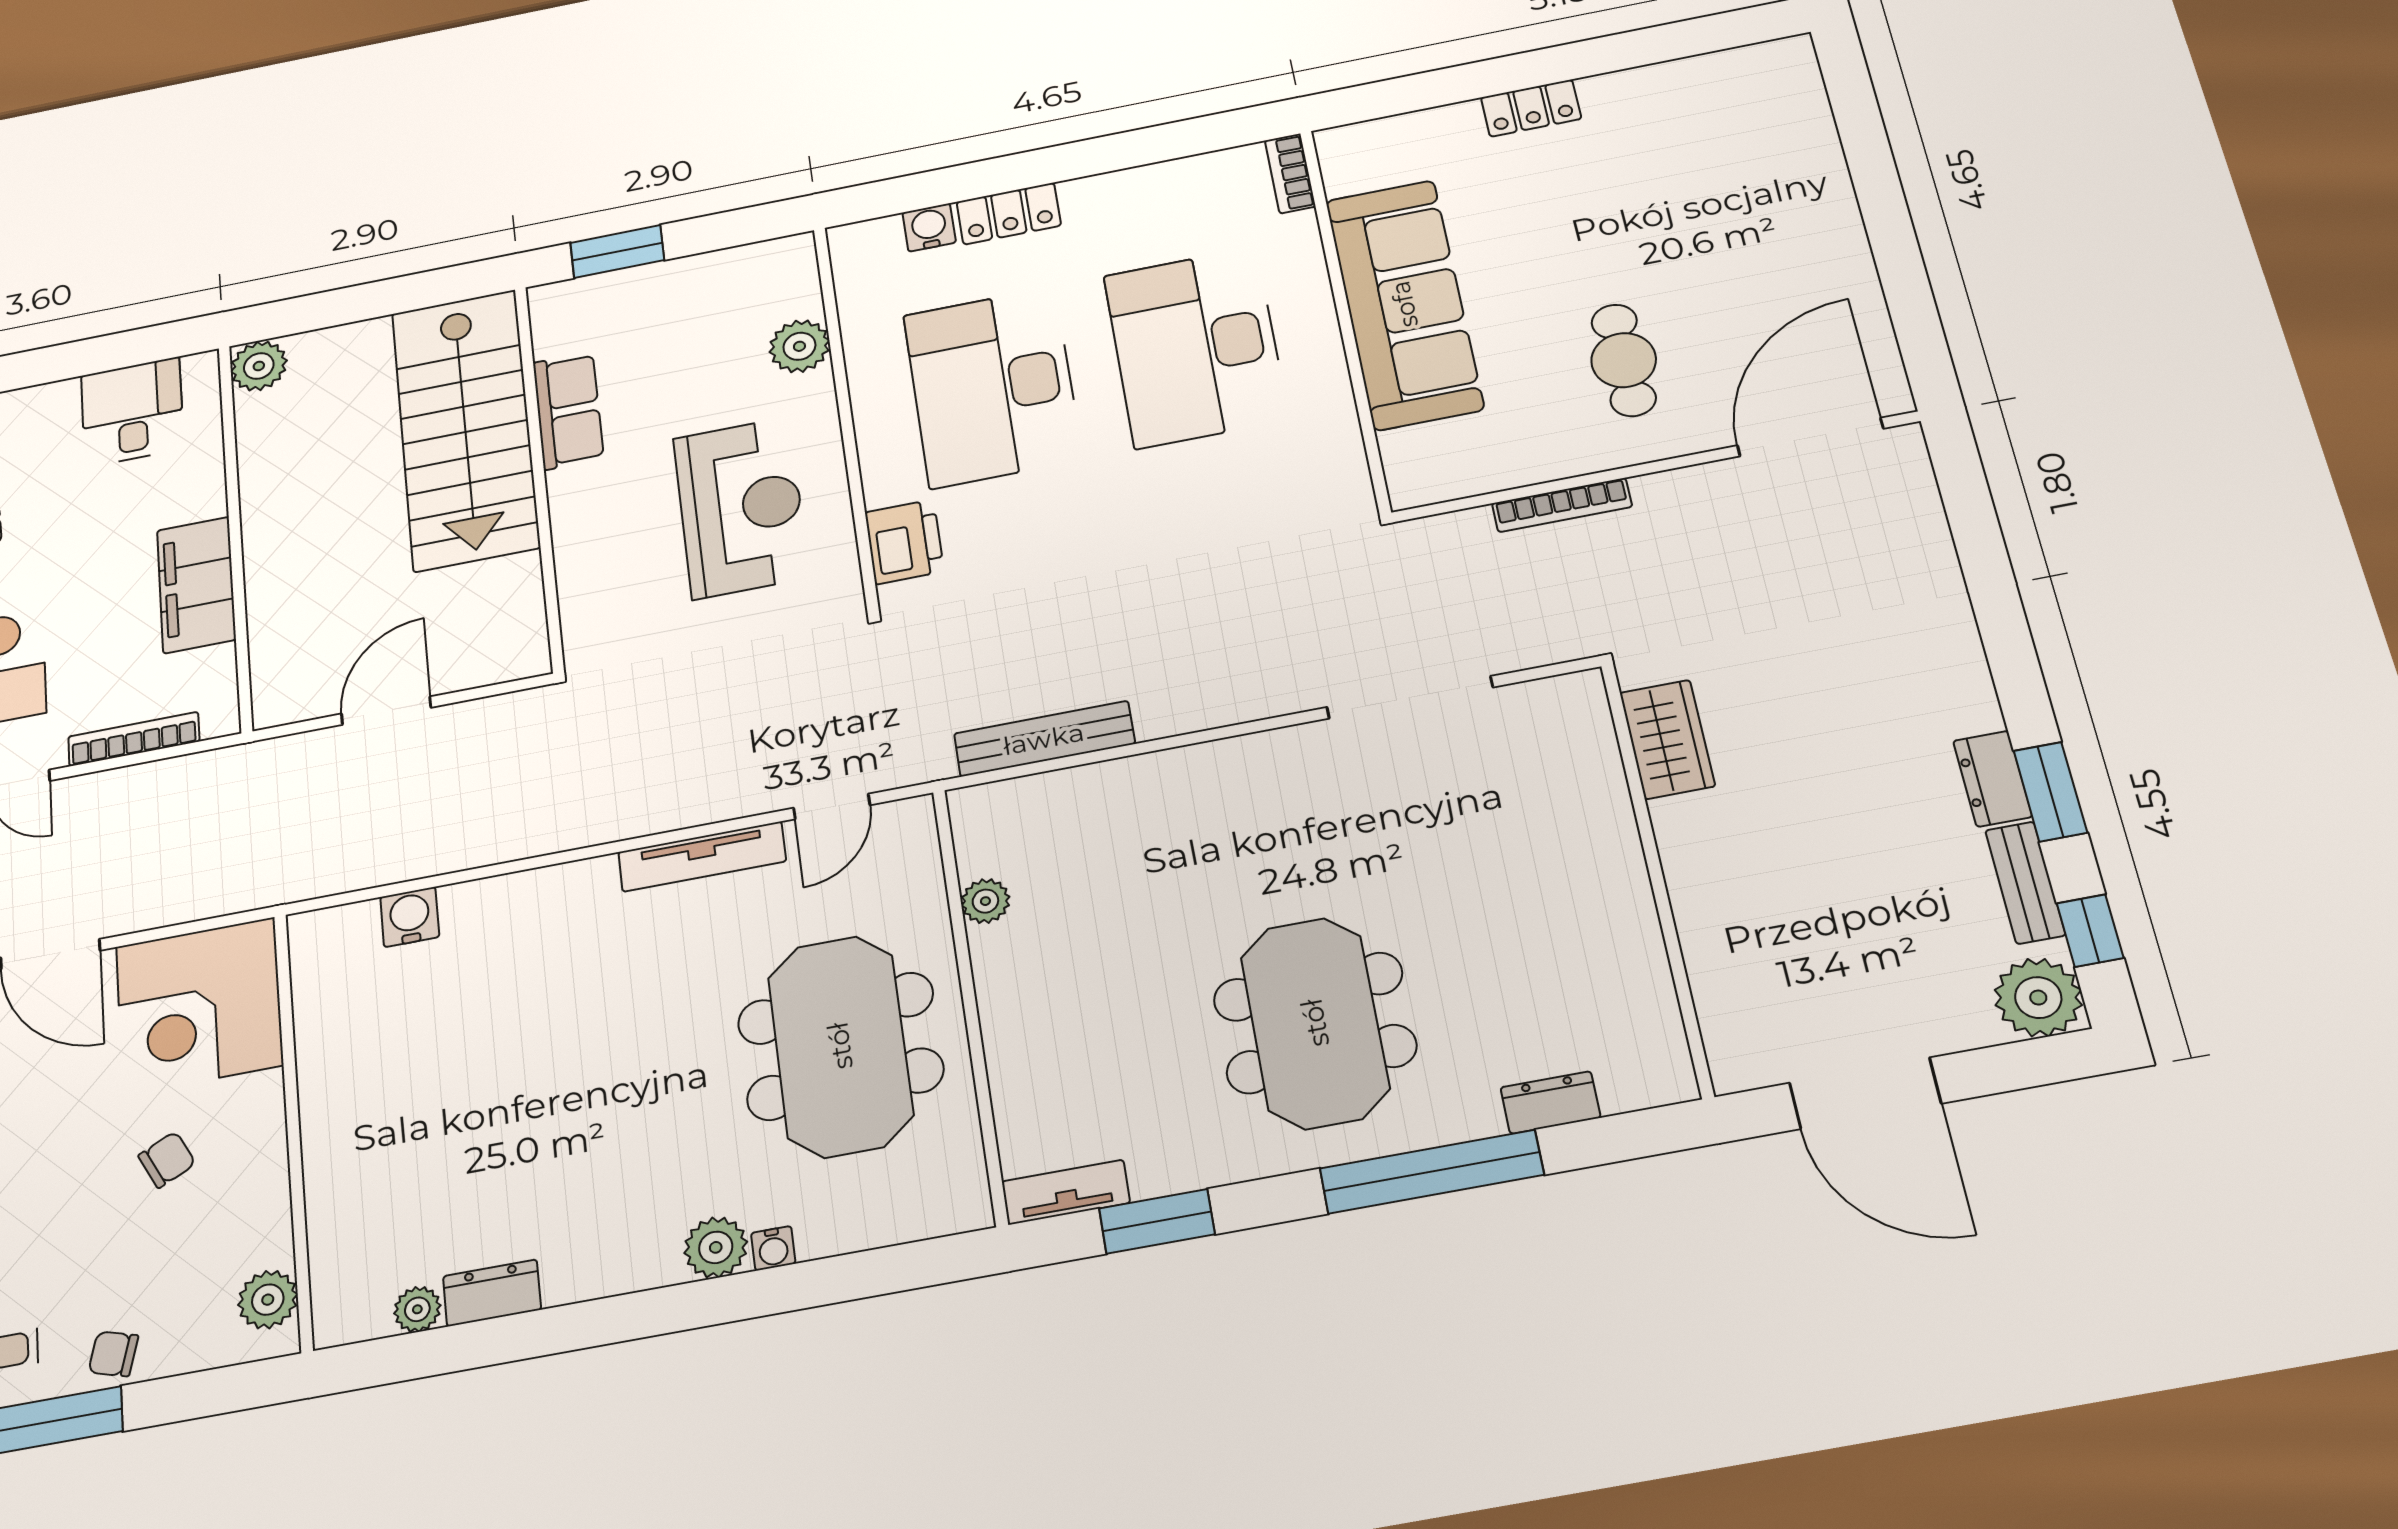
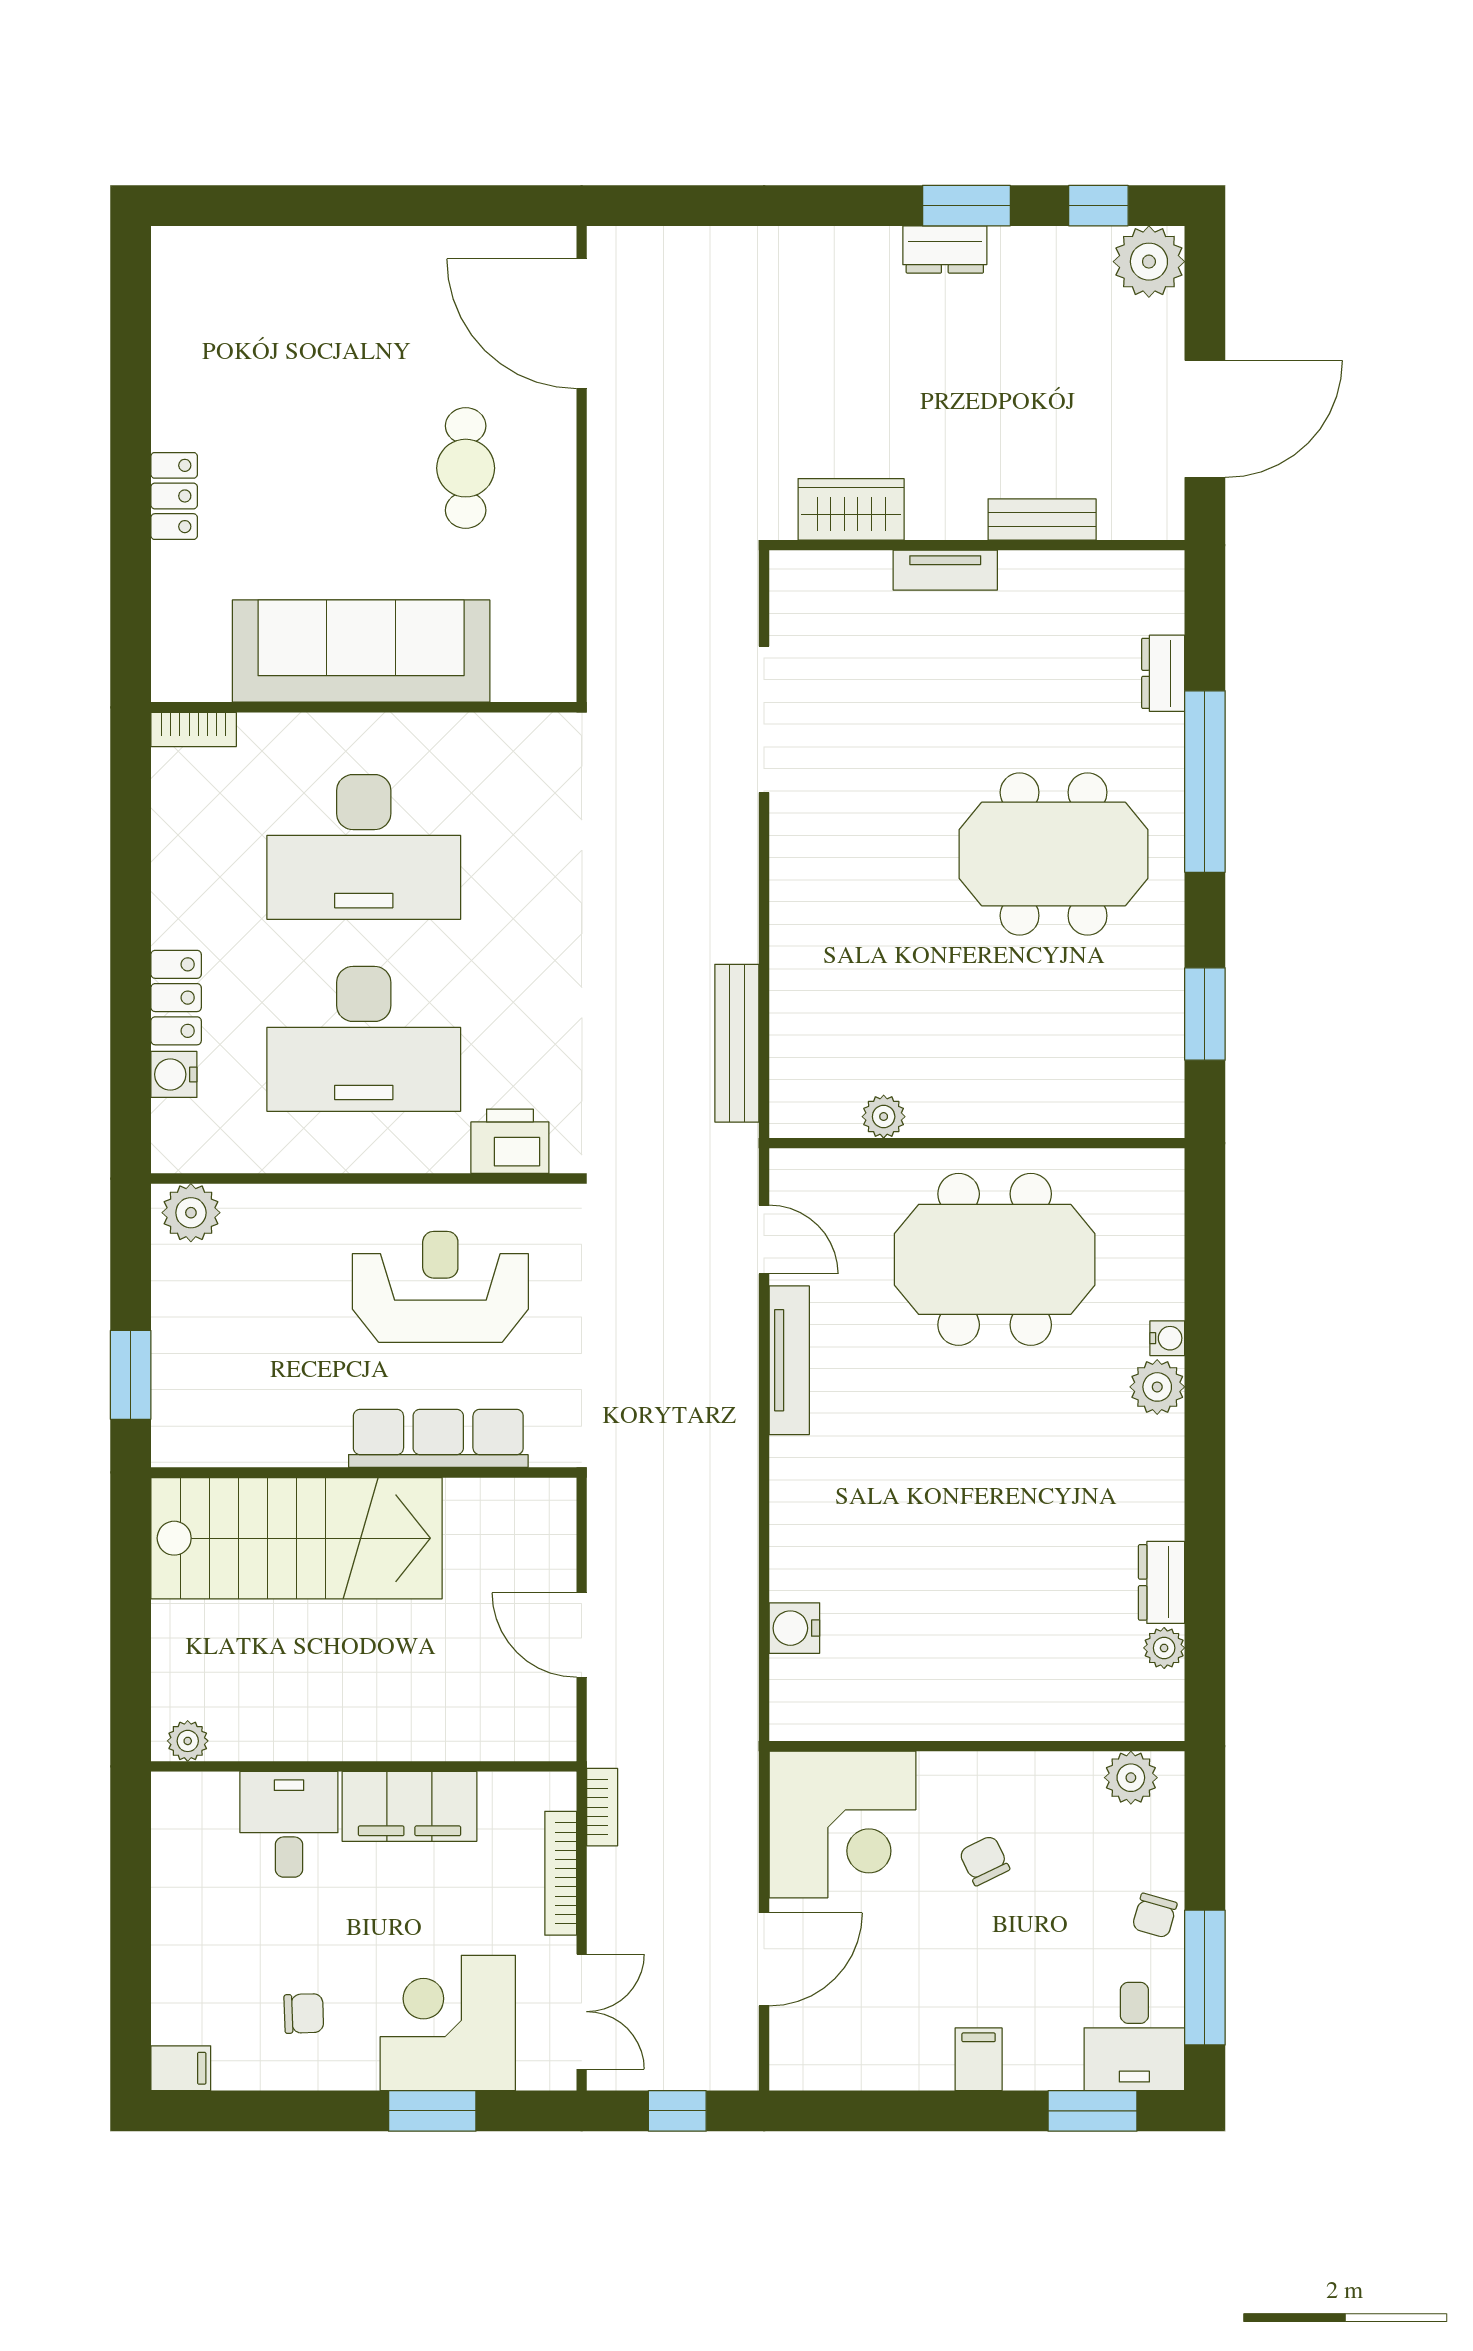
plant: (799, 346) -> (191, 1213), moved
cafe table: (1624, 360) -> (466, 468), turned 90
plant: (259, 366) -> (188, 1741), width x0.73, depth x0.73
row of seats: (568, 411) -> (438, 1438), moved, width x1.48
desk: (132, 412) -> (289, 1824), moved, turned 90
bookcase: (1562, 505) -> (602, 1807), moved, width x0.64
bench: (2025, 883) -> (1042, 519), moved
tv unit: (1066, 1192) -> (945, 570), moved, turned -90

